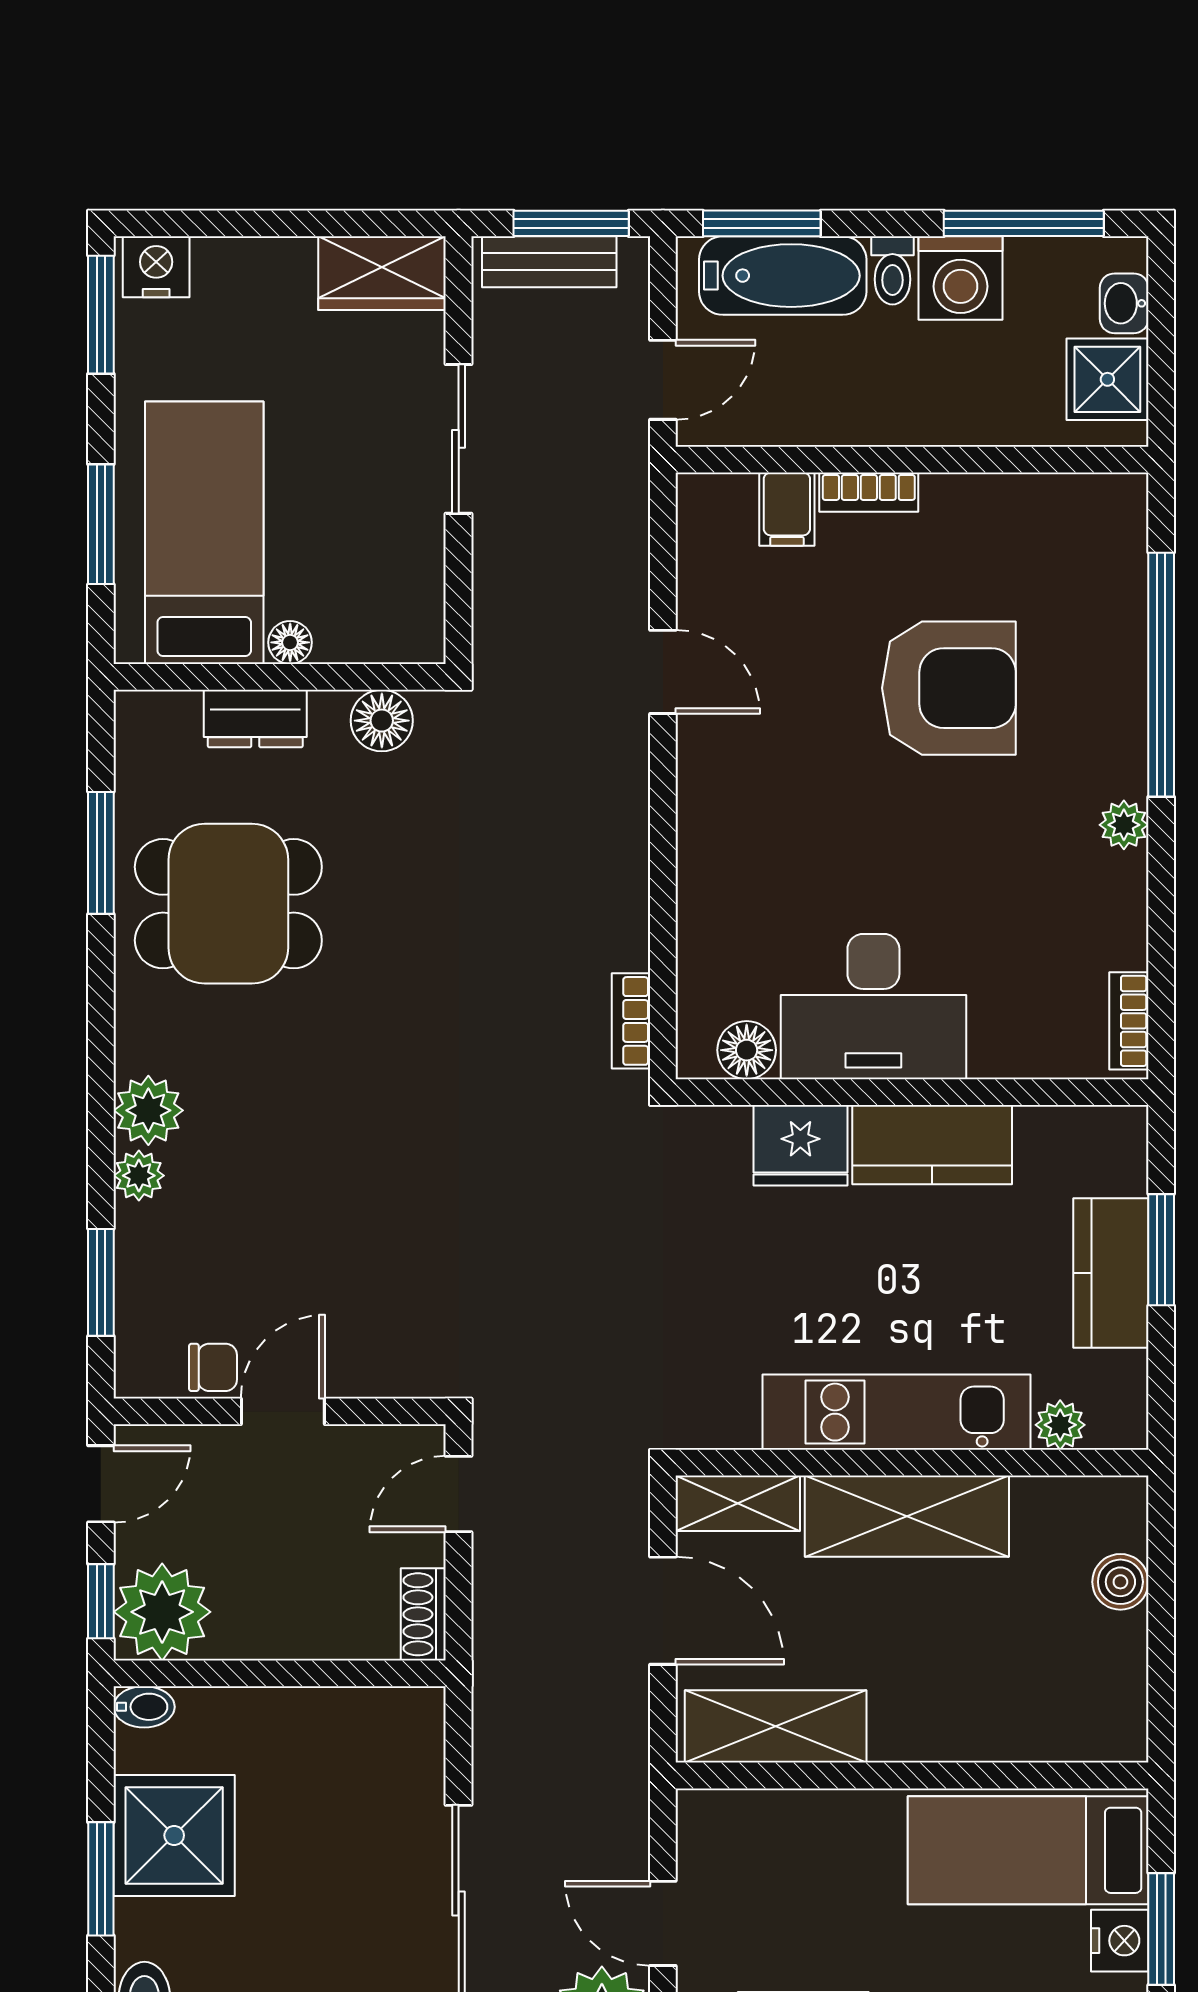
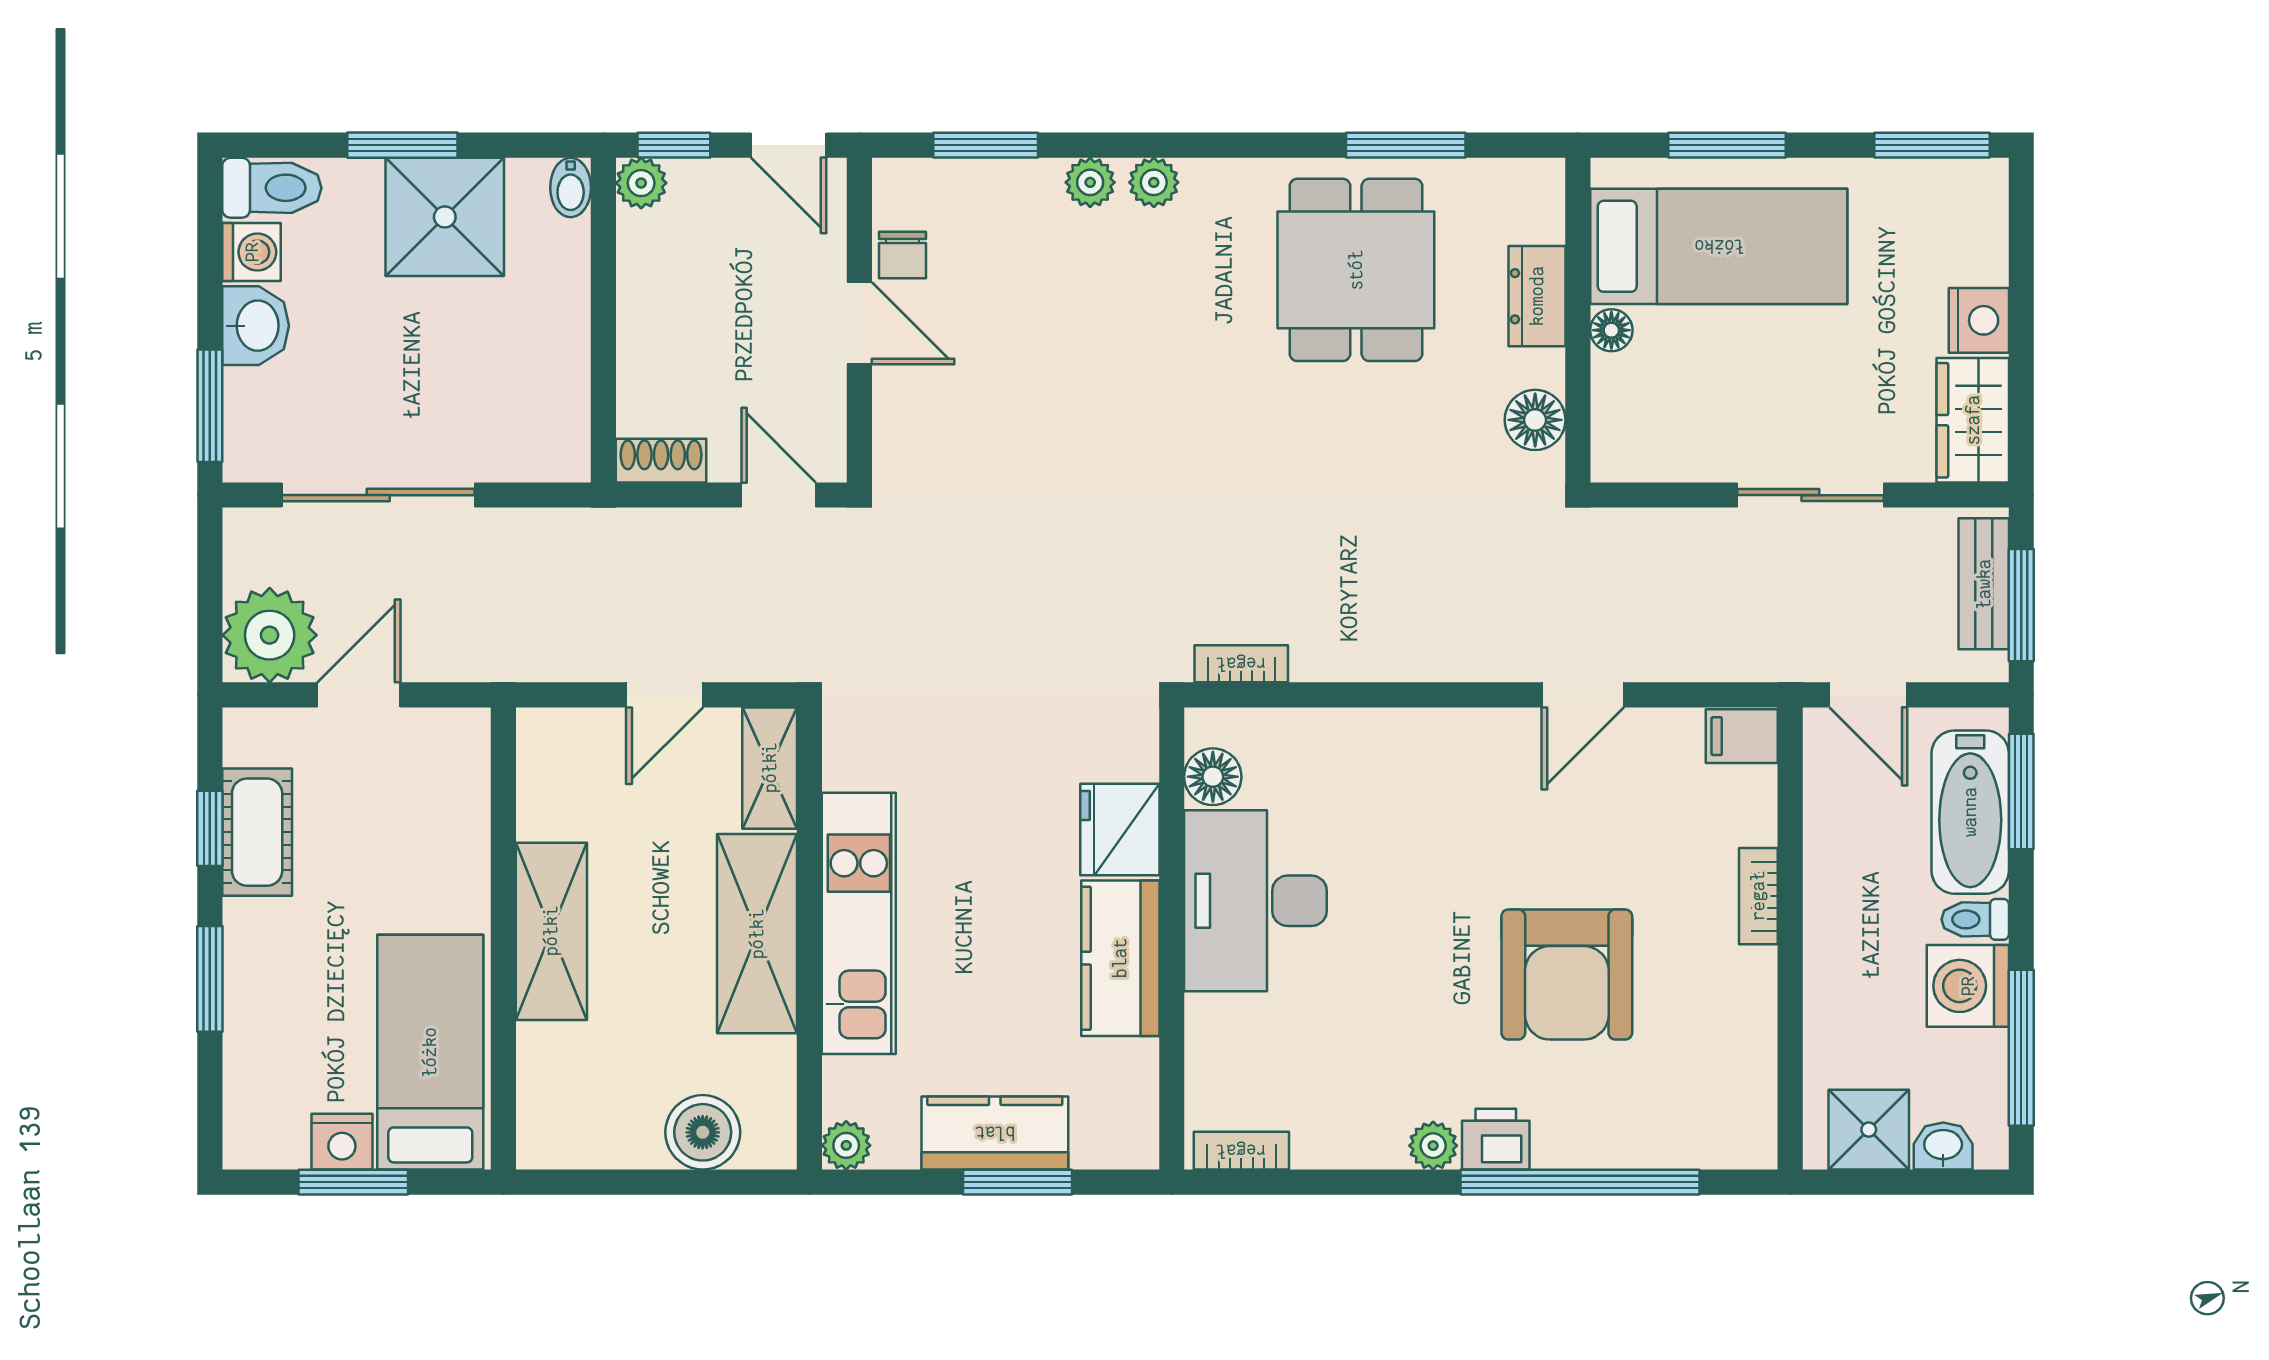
nightstand: (156, 267) -> (1979, 320), moved
filing cabinet: (787, 509) -> (1742, 736), moved
printer: (1117, 761) -> (1496, 1139), added
plant: (148, 1110) -> (1154, 182), width x0.73, depth x0.73
plant: (1060, 1425) -> (846, 1145), moved
boiler: (1120, 1582) -> (703, 1132), width x1.36, depth x1.36
door: (663, 1611) -> (665, 695), width x0.73
plant: (162, 1612) -> (641, 183), width x0.53, depth x0.53
shelving: (776, 1726) -> (551, 931), moved

